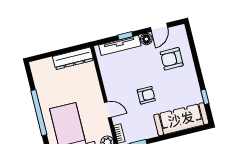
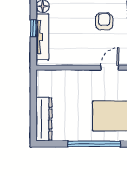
dresser: (73, 58) -> (44, 119), moved

